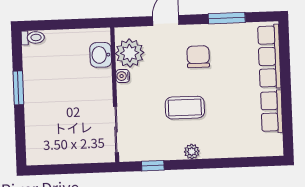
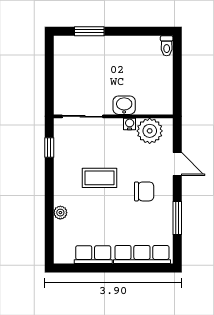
washbasin: (101, 55) -> (124, 105), moved
window: (18, 88) -> (89, 31), moved
coffee table: (185, 108) -> (100, 178), turned 90
plant: (192, 152) -> (60, 213), moved

